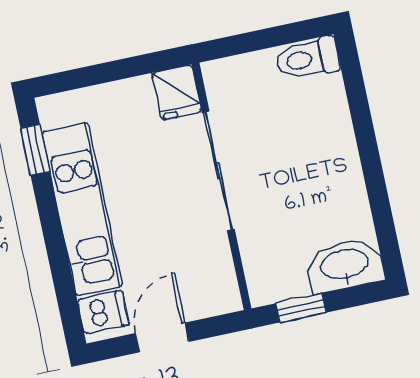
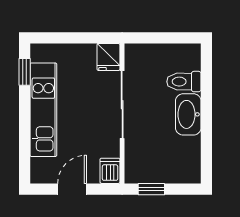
toilet: (308, 59) -> (184, 82), moved
washbasin: (345, 265) -> (188, 114), moved, turned -90
dishwasher: (103, 312) -> (110, 171), moved, turned -90

